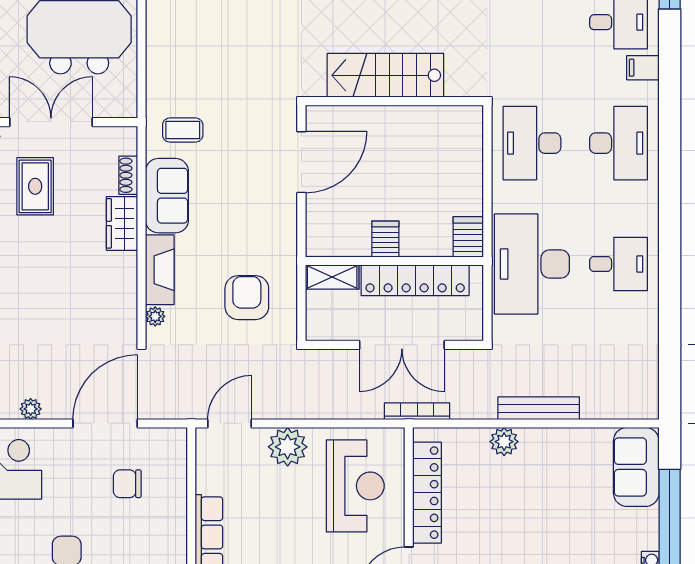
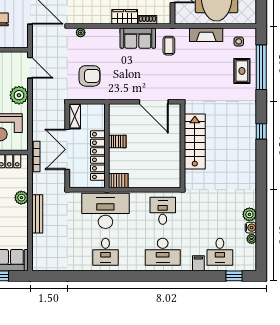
desk: (532, 143) -> (163, 211), width x0.73
fireplace: (160, 270) -> (206, 35), moved
shelving: (332, 277) -> (75, 116), moved

